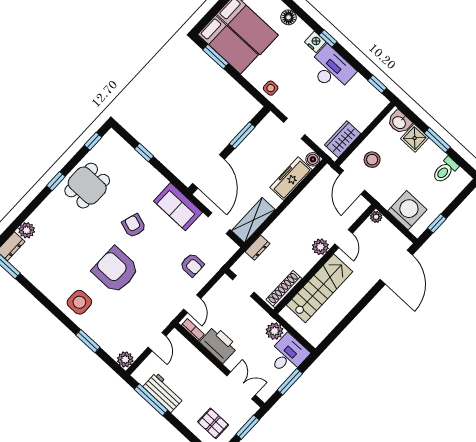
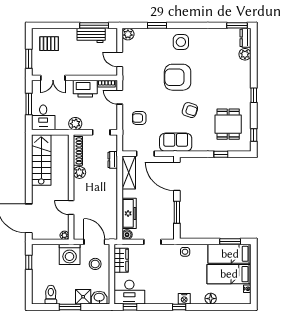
desk: (331, 69) -> (129, 292), moved
dining table: (87, 186) -> (228, 124), moved
washing machine: (407, 210) -> (70, 254), moved
plant: (320, 247) -> (79, 172), moved
armchair: (116, 270) -> (178, 77), turned 180
stairs: (320, 288) -> (41, 160), moved, turned 180
plant: (275, 331) -> (75, 124), moved

